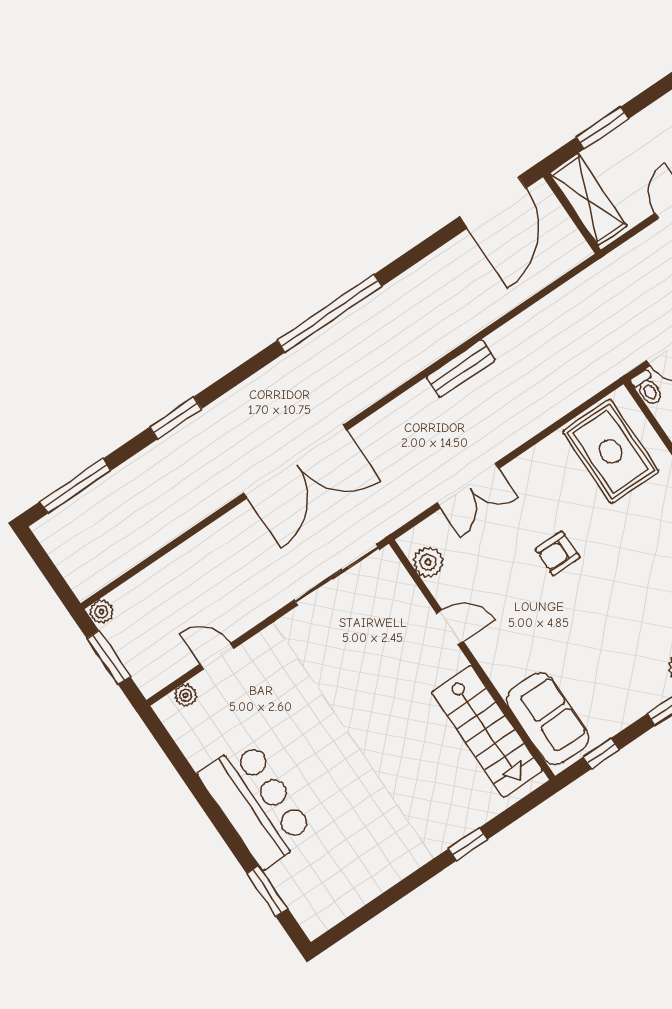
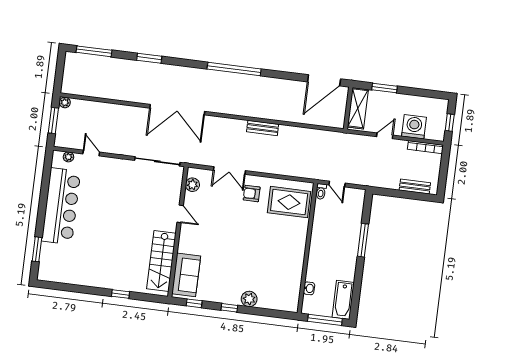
rug: (611, 452) -> (289, 202), turned 90
armchair: (557, 553) -> (252, 194), moved
bar counter: (257, 804) -> (61, 206), width x1.36

